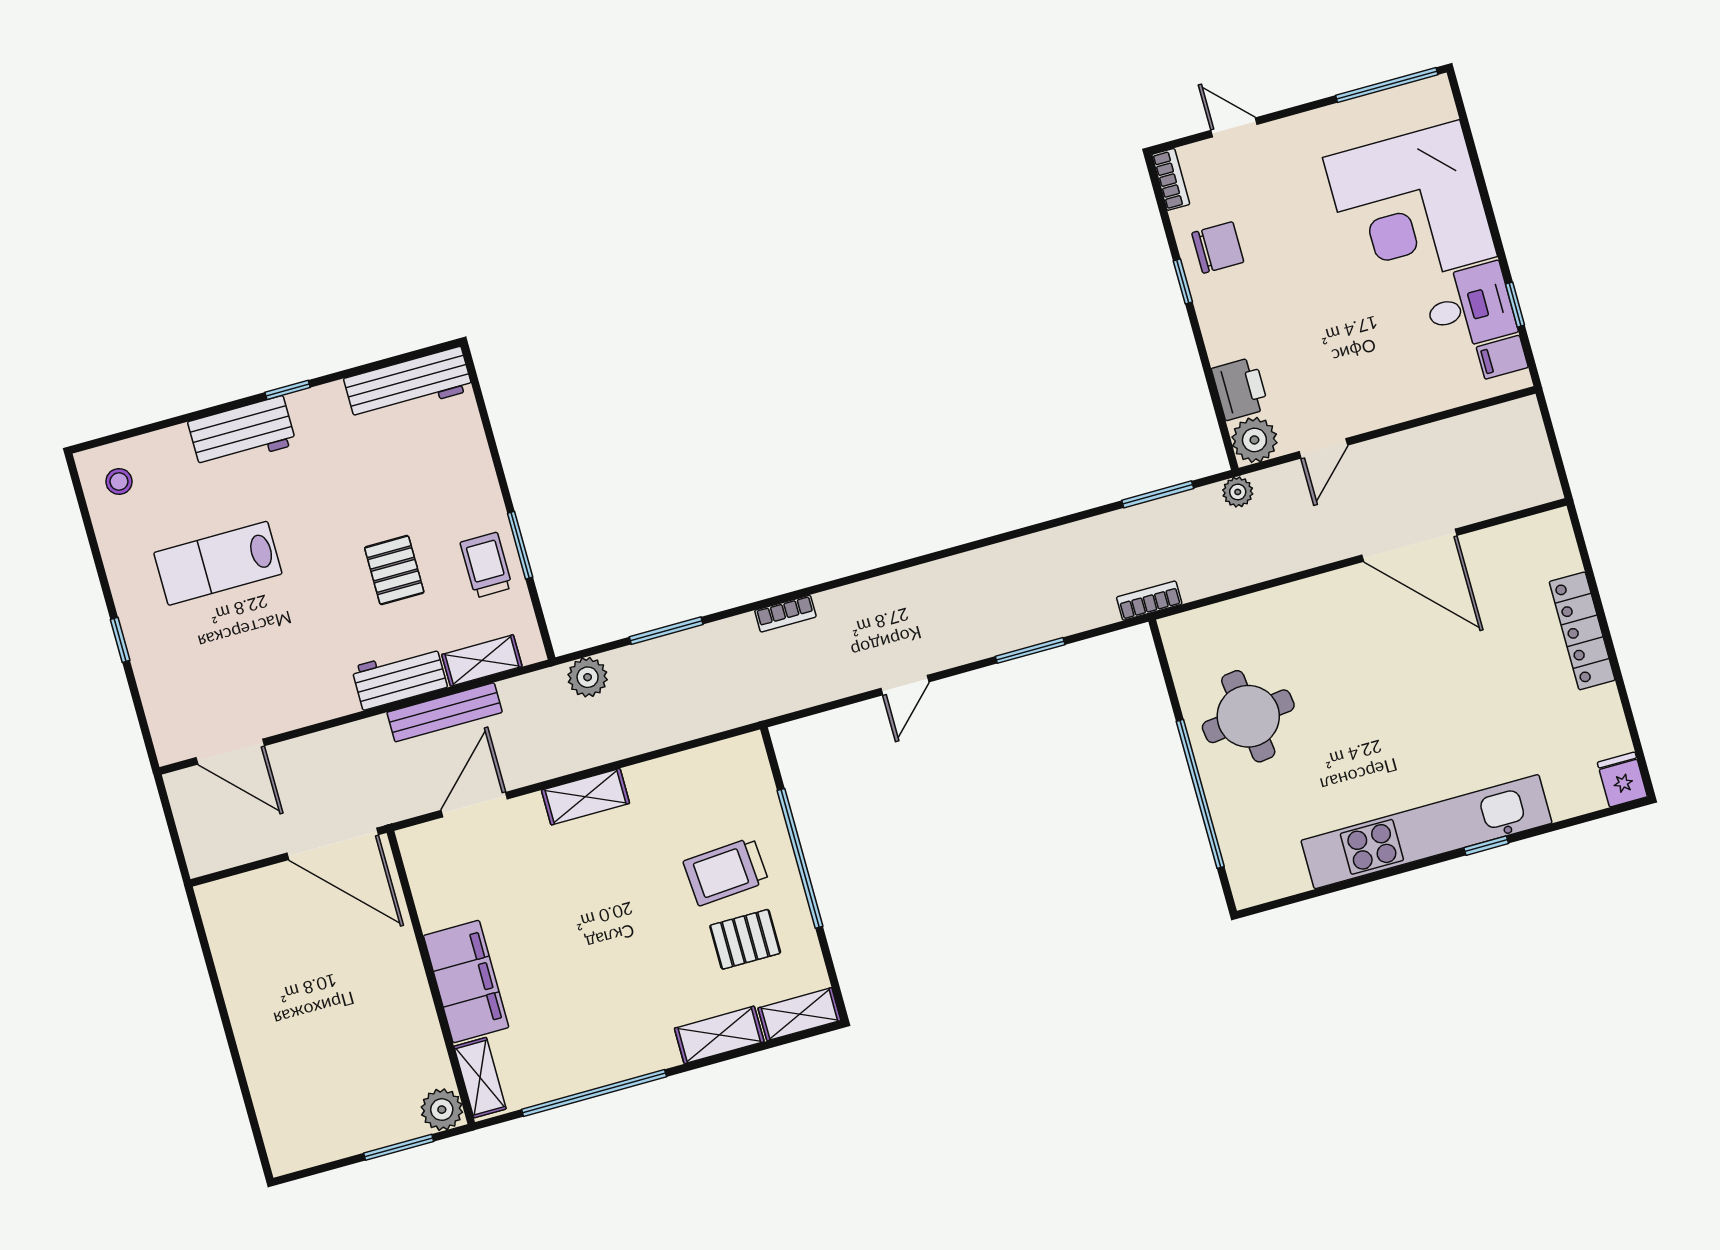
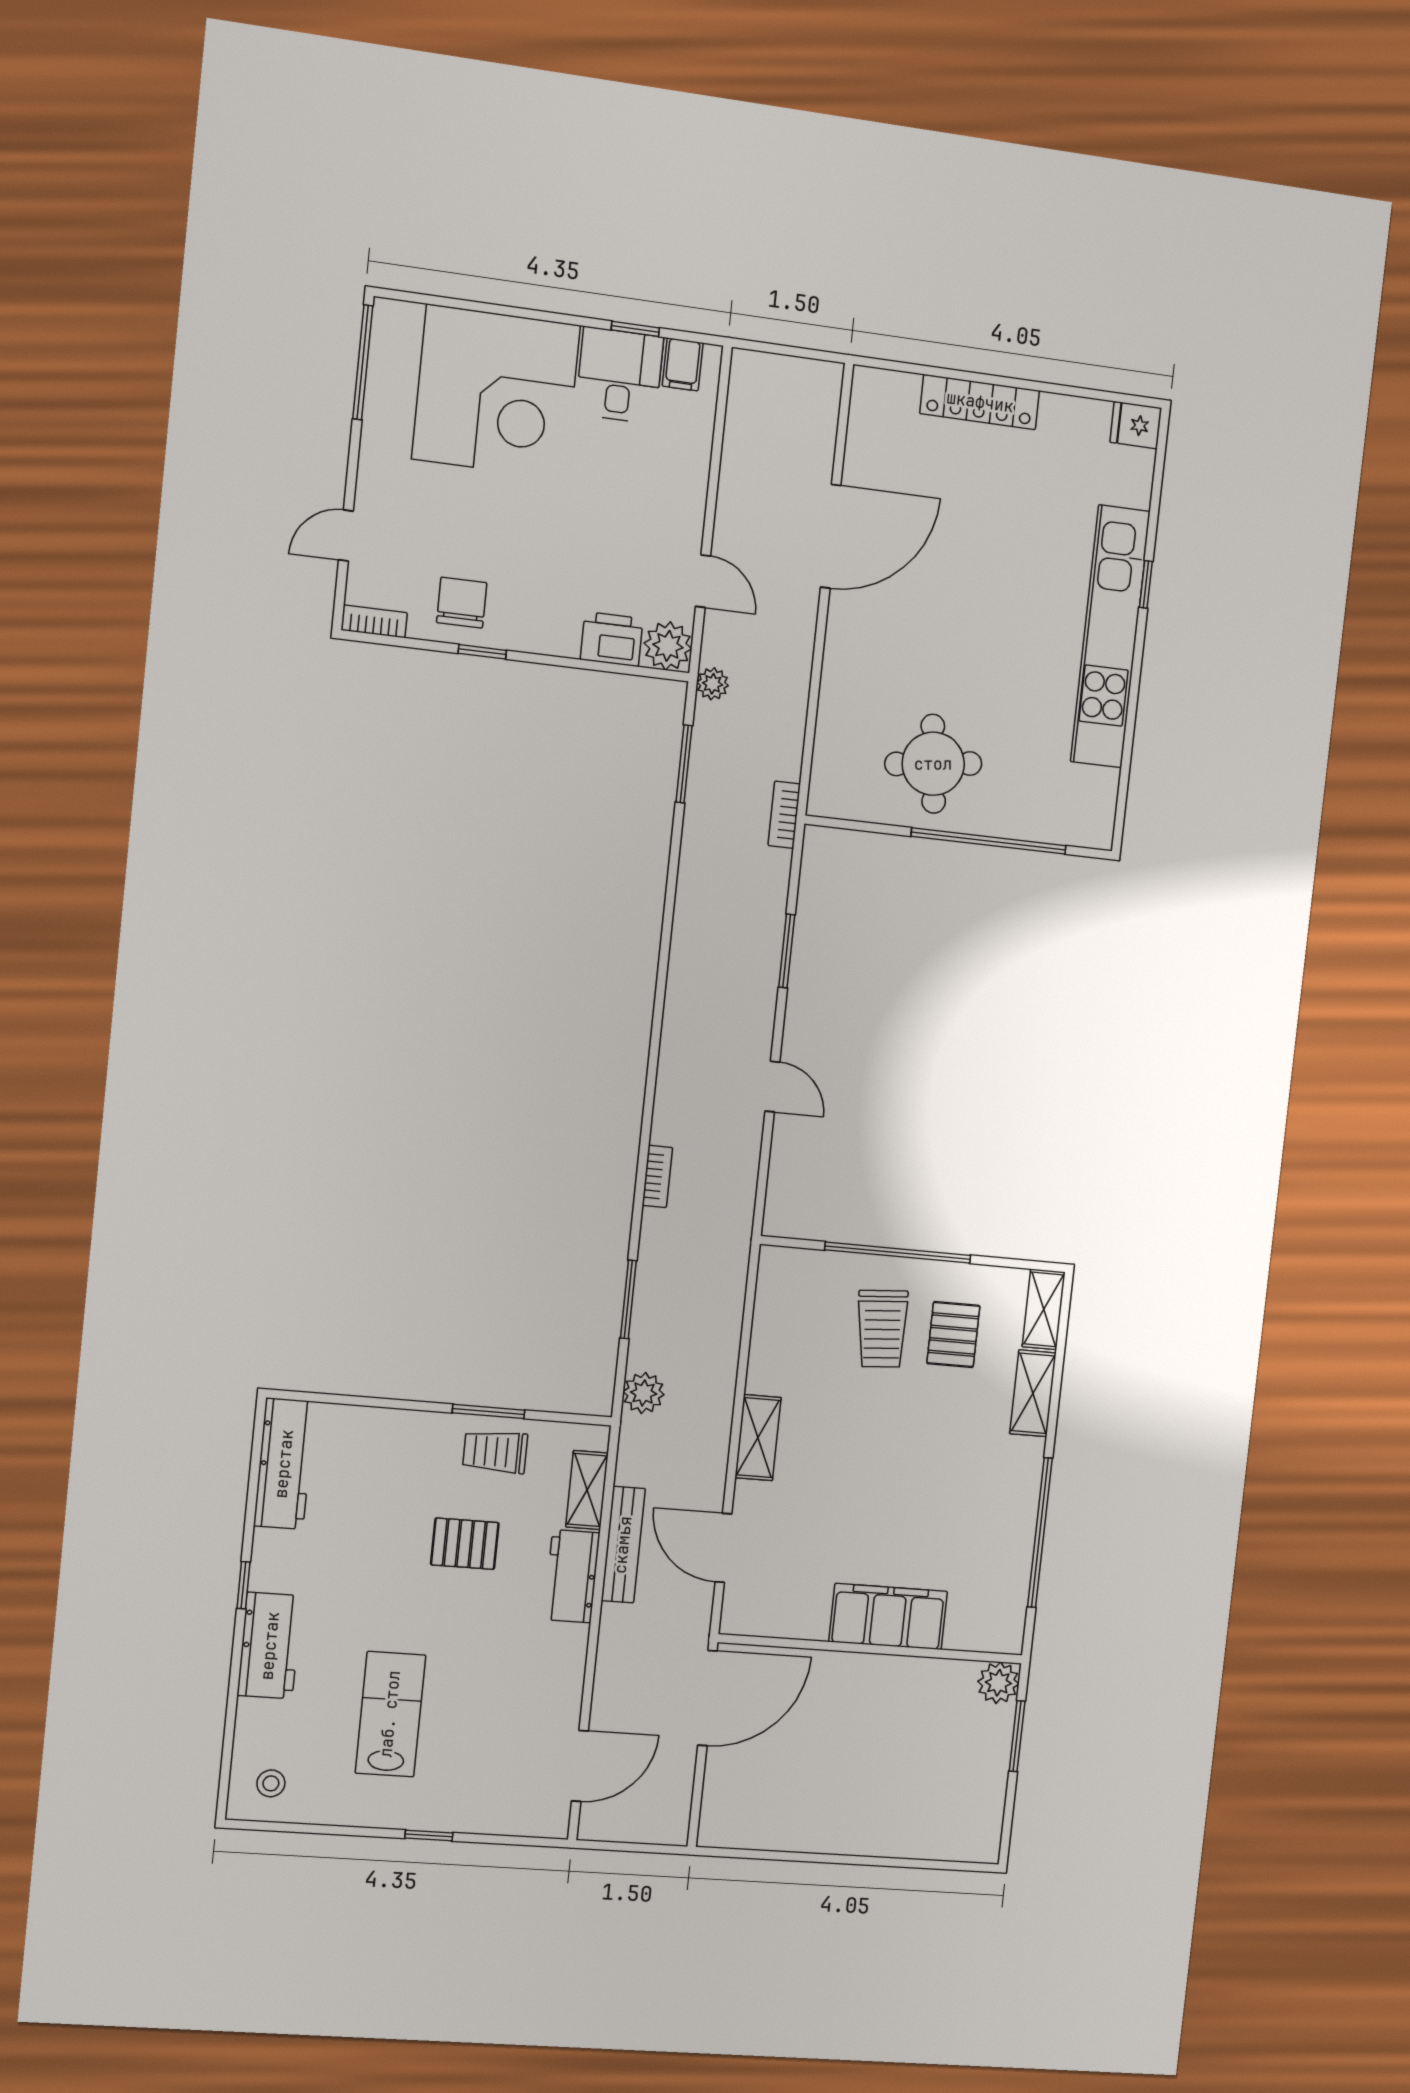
lab bench: (218, 563) -> (390, 1714), turned 180
shelving: (480, 1078) -> (983, 1636), removed

